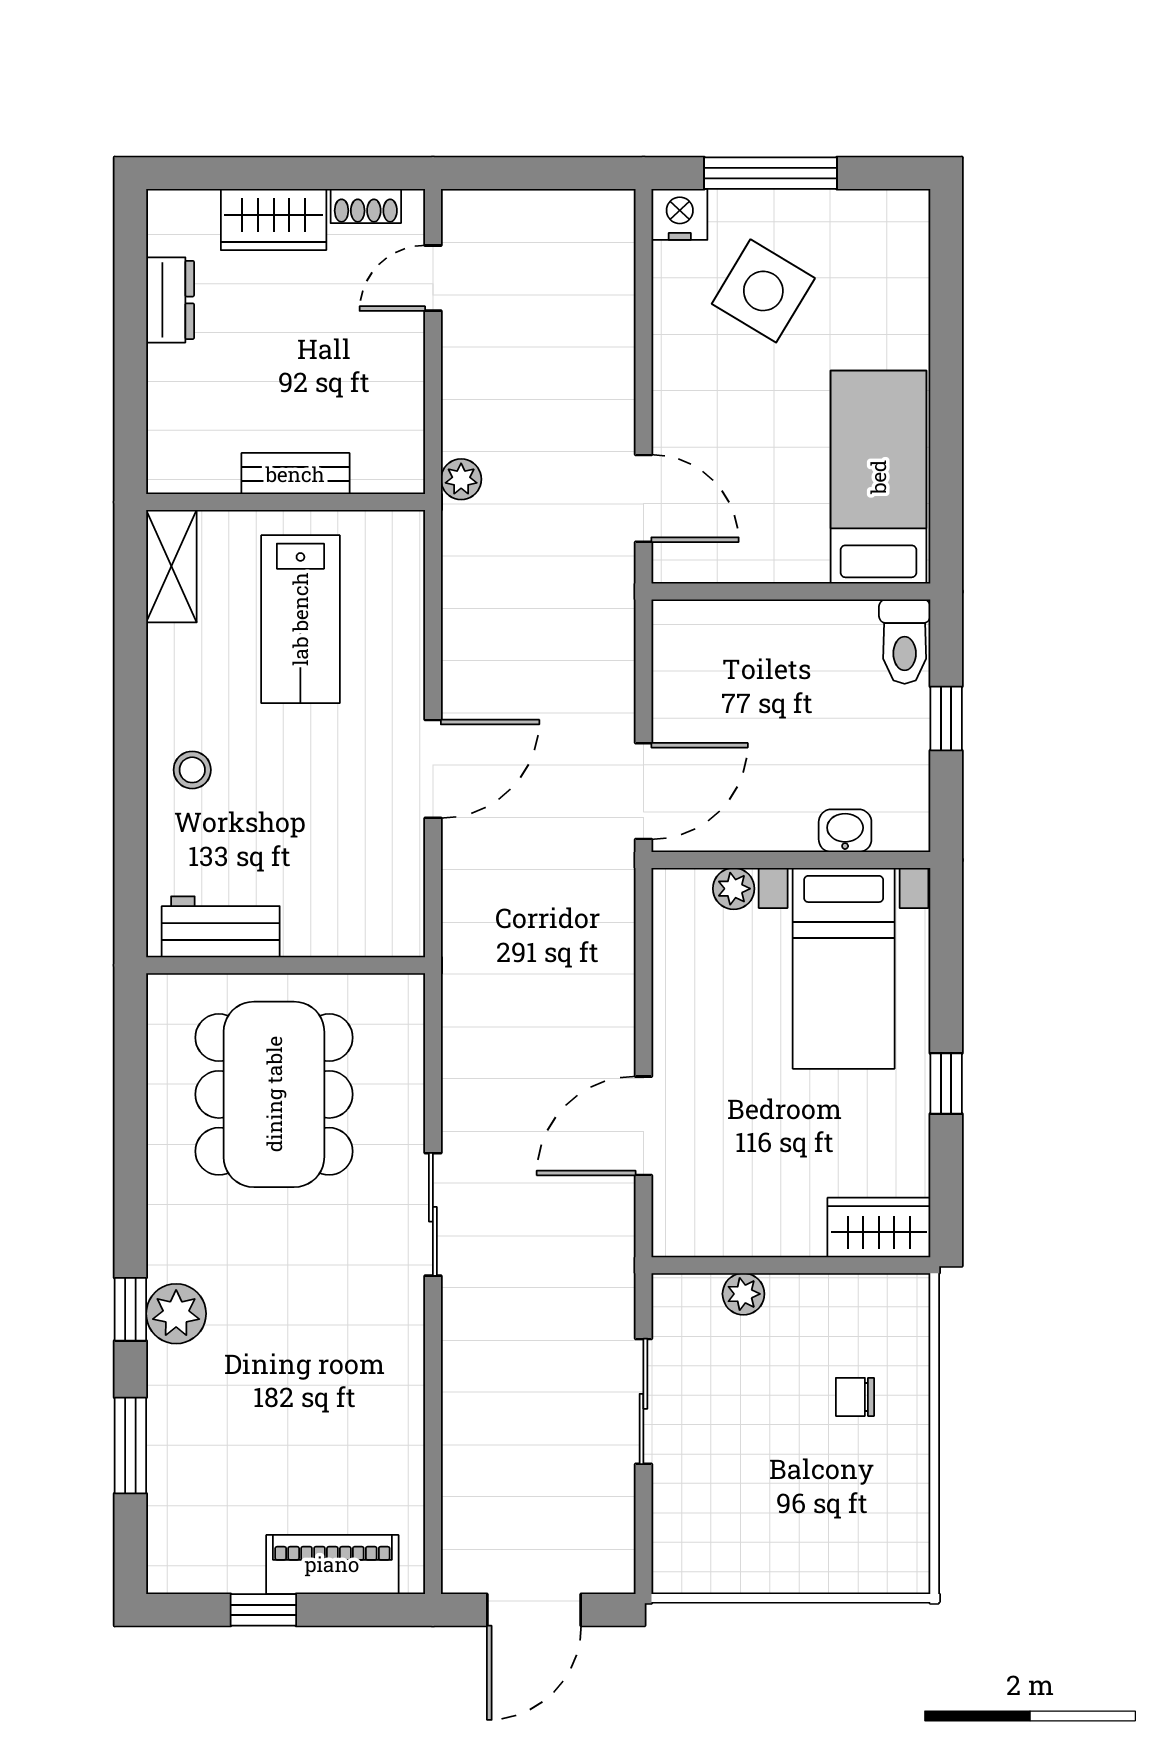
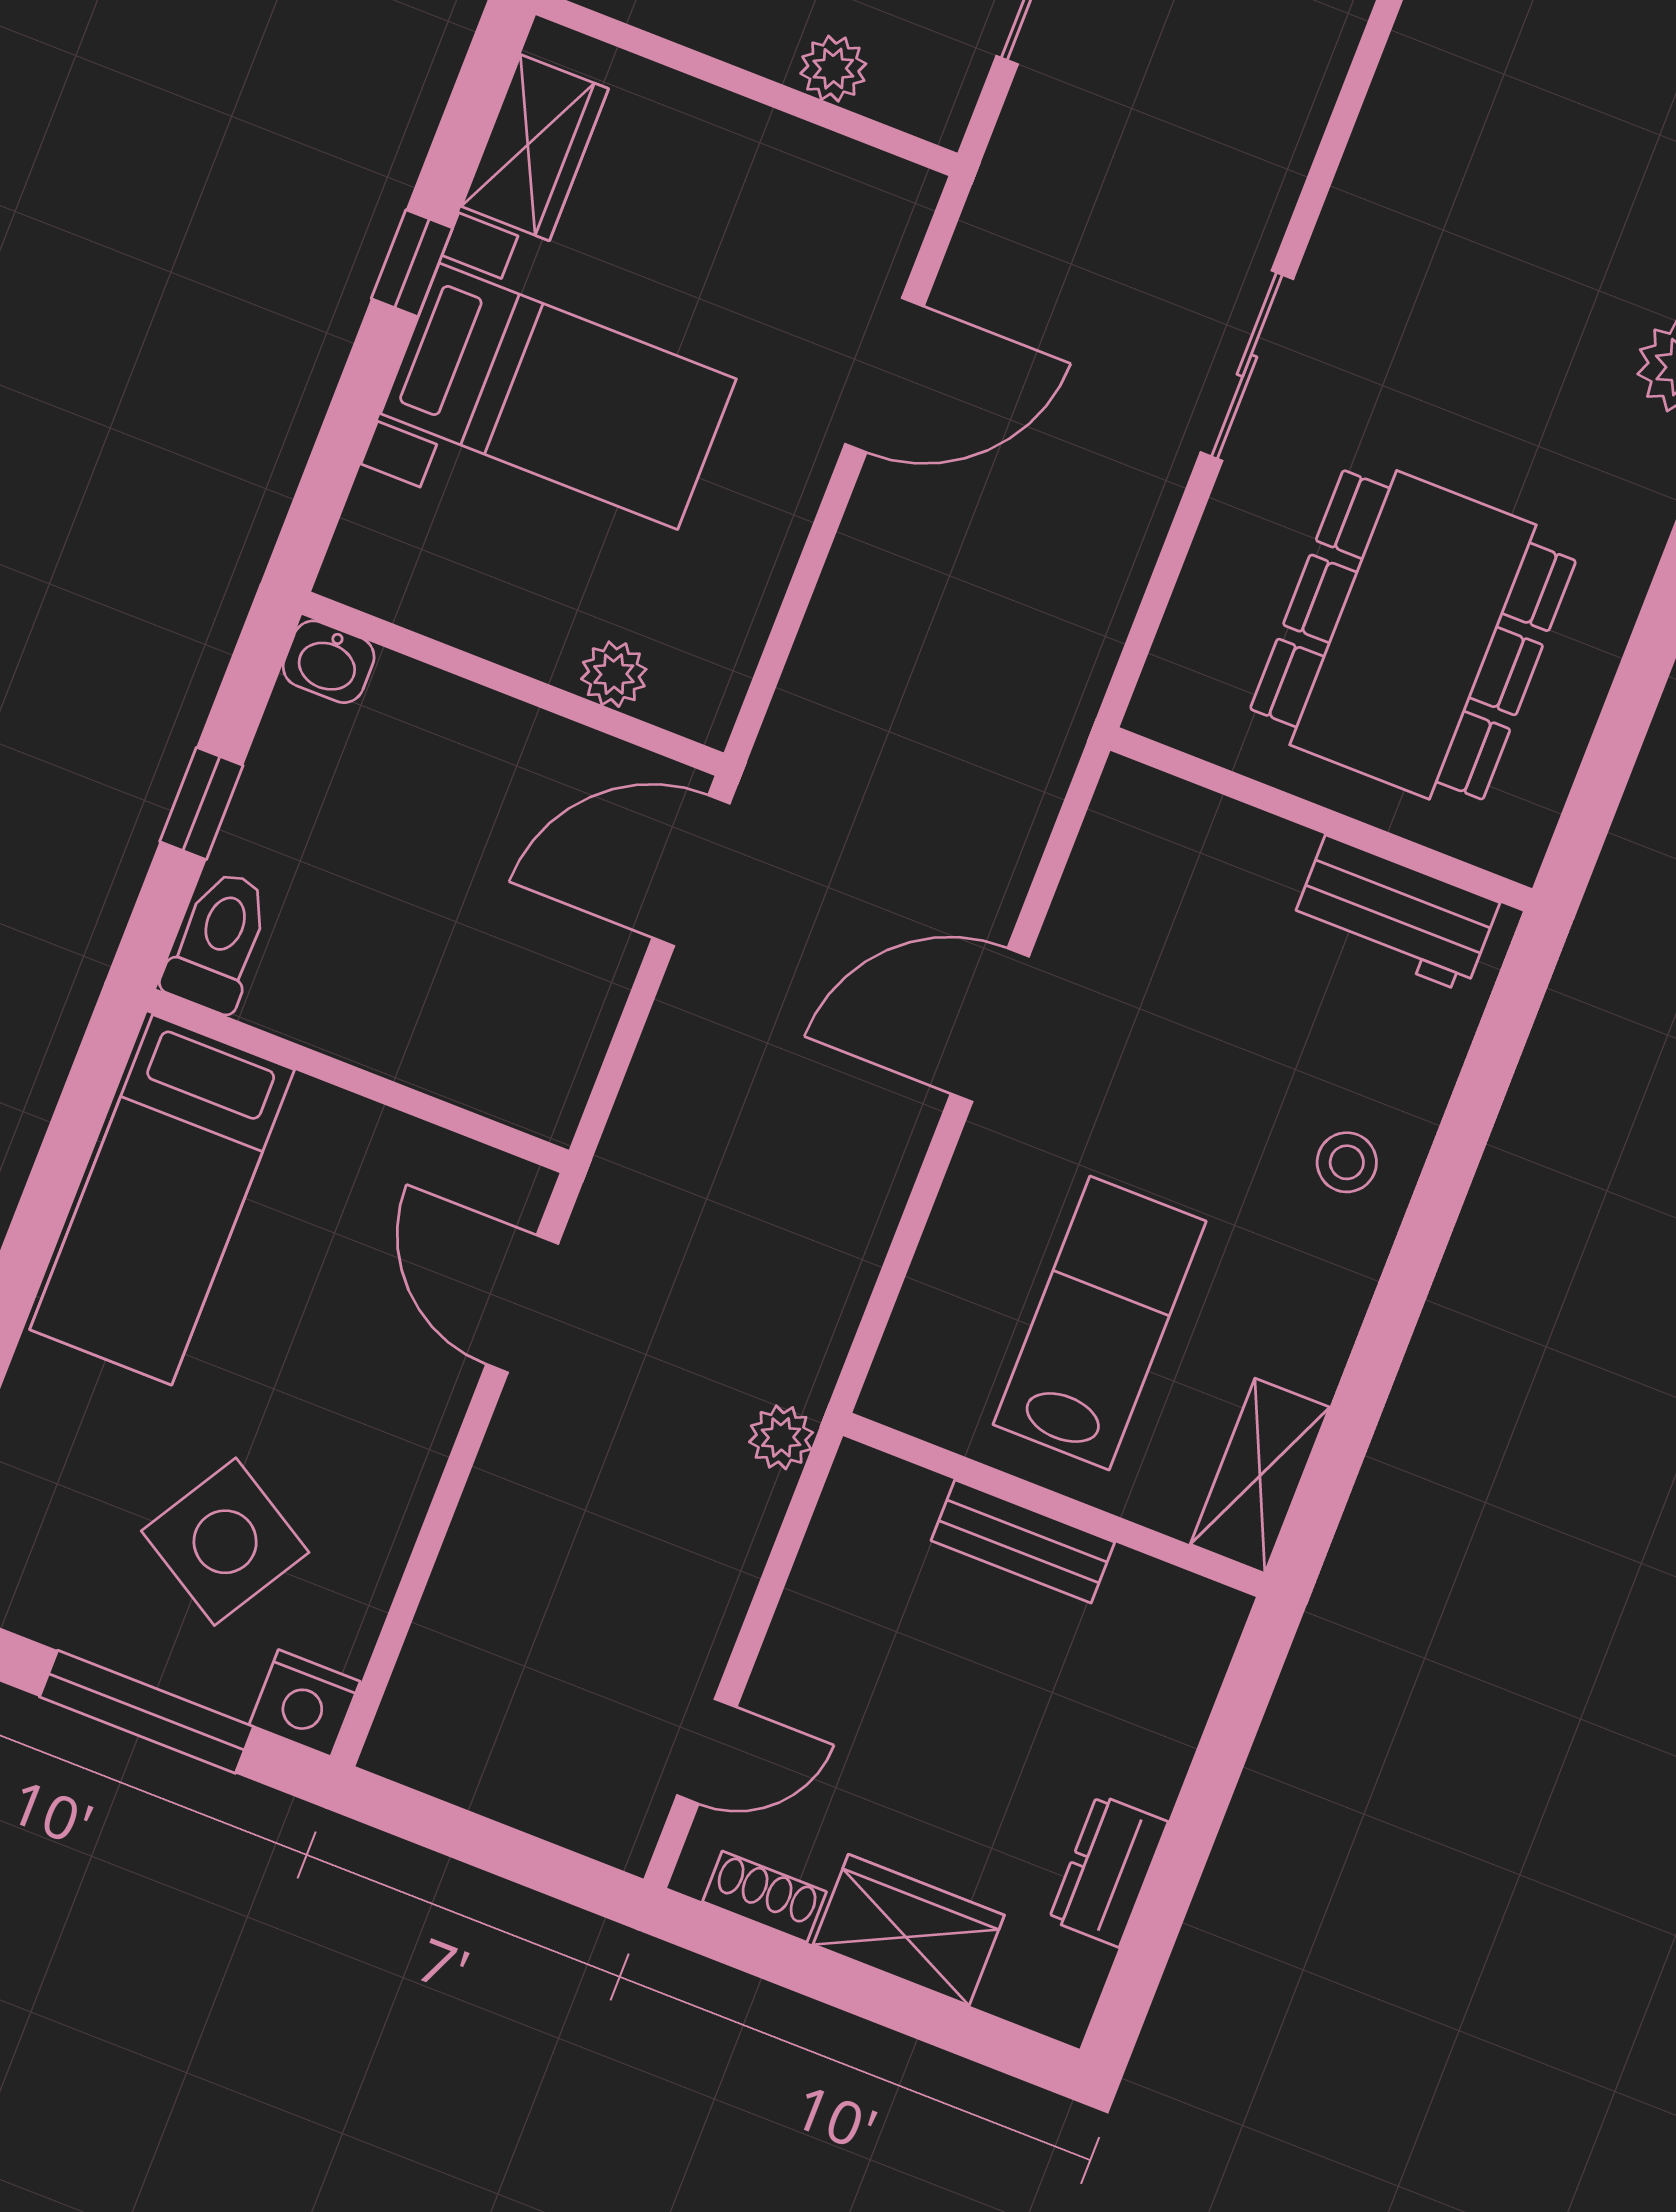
washbasin: (845, 831) -> (329, 662), moved
bed with nightstands: (844, 968) -> (558, 396), moved, turned 90
wardrobe: (879, 1227) -> (535, 148), moved, turned -90

